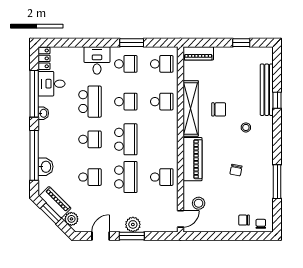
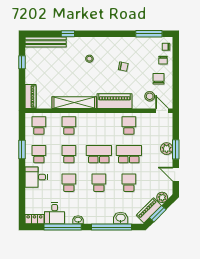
bench: (267, 90) -> (46, 42), moved
school desk: (90, 102) -> (69, 183), width x0.54
chair: (219, 109) -> (159, 79), moved
window: (277, 182) -> (149, 34), moved

